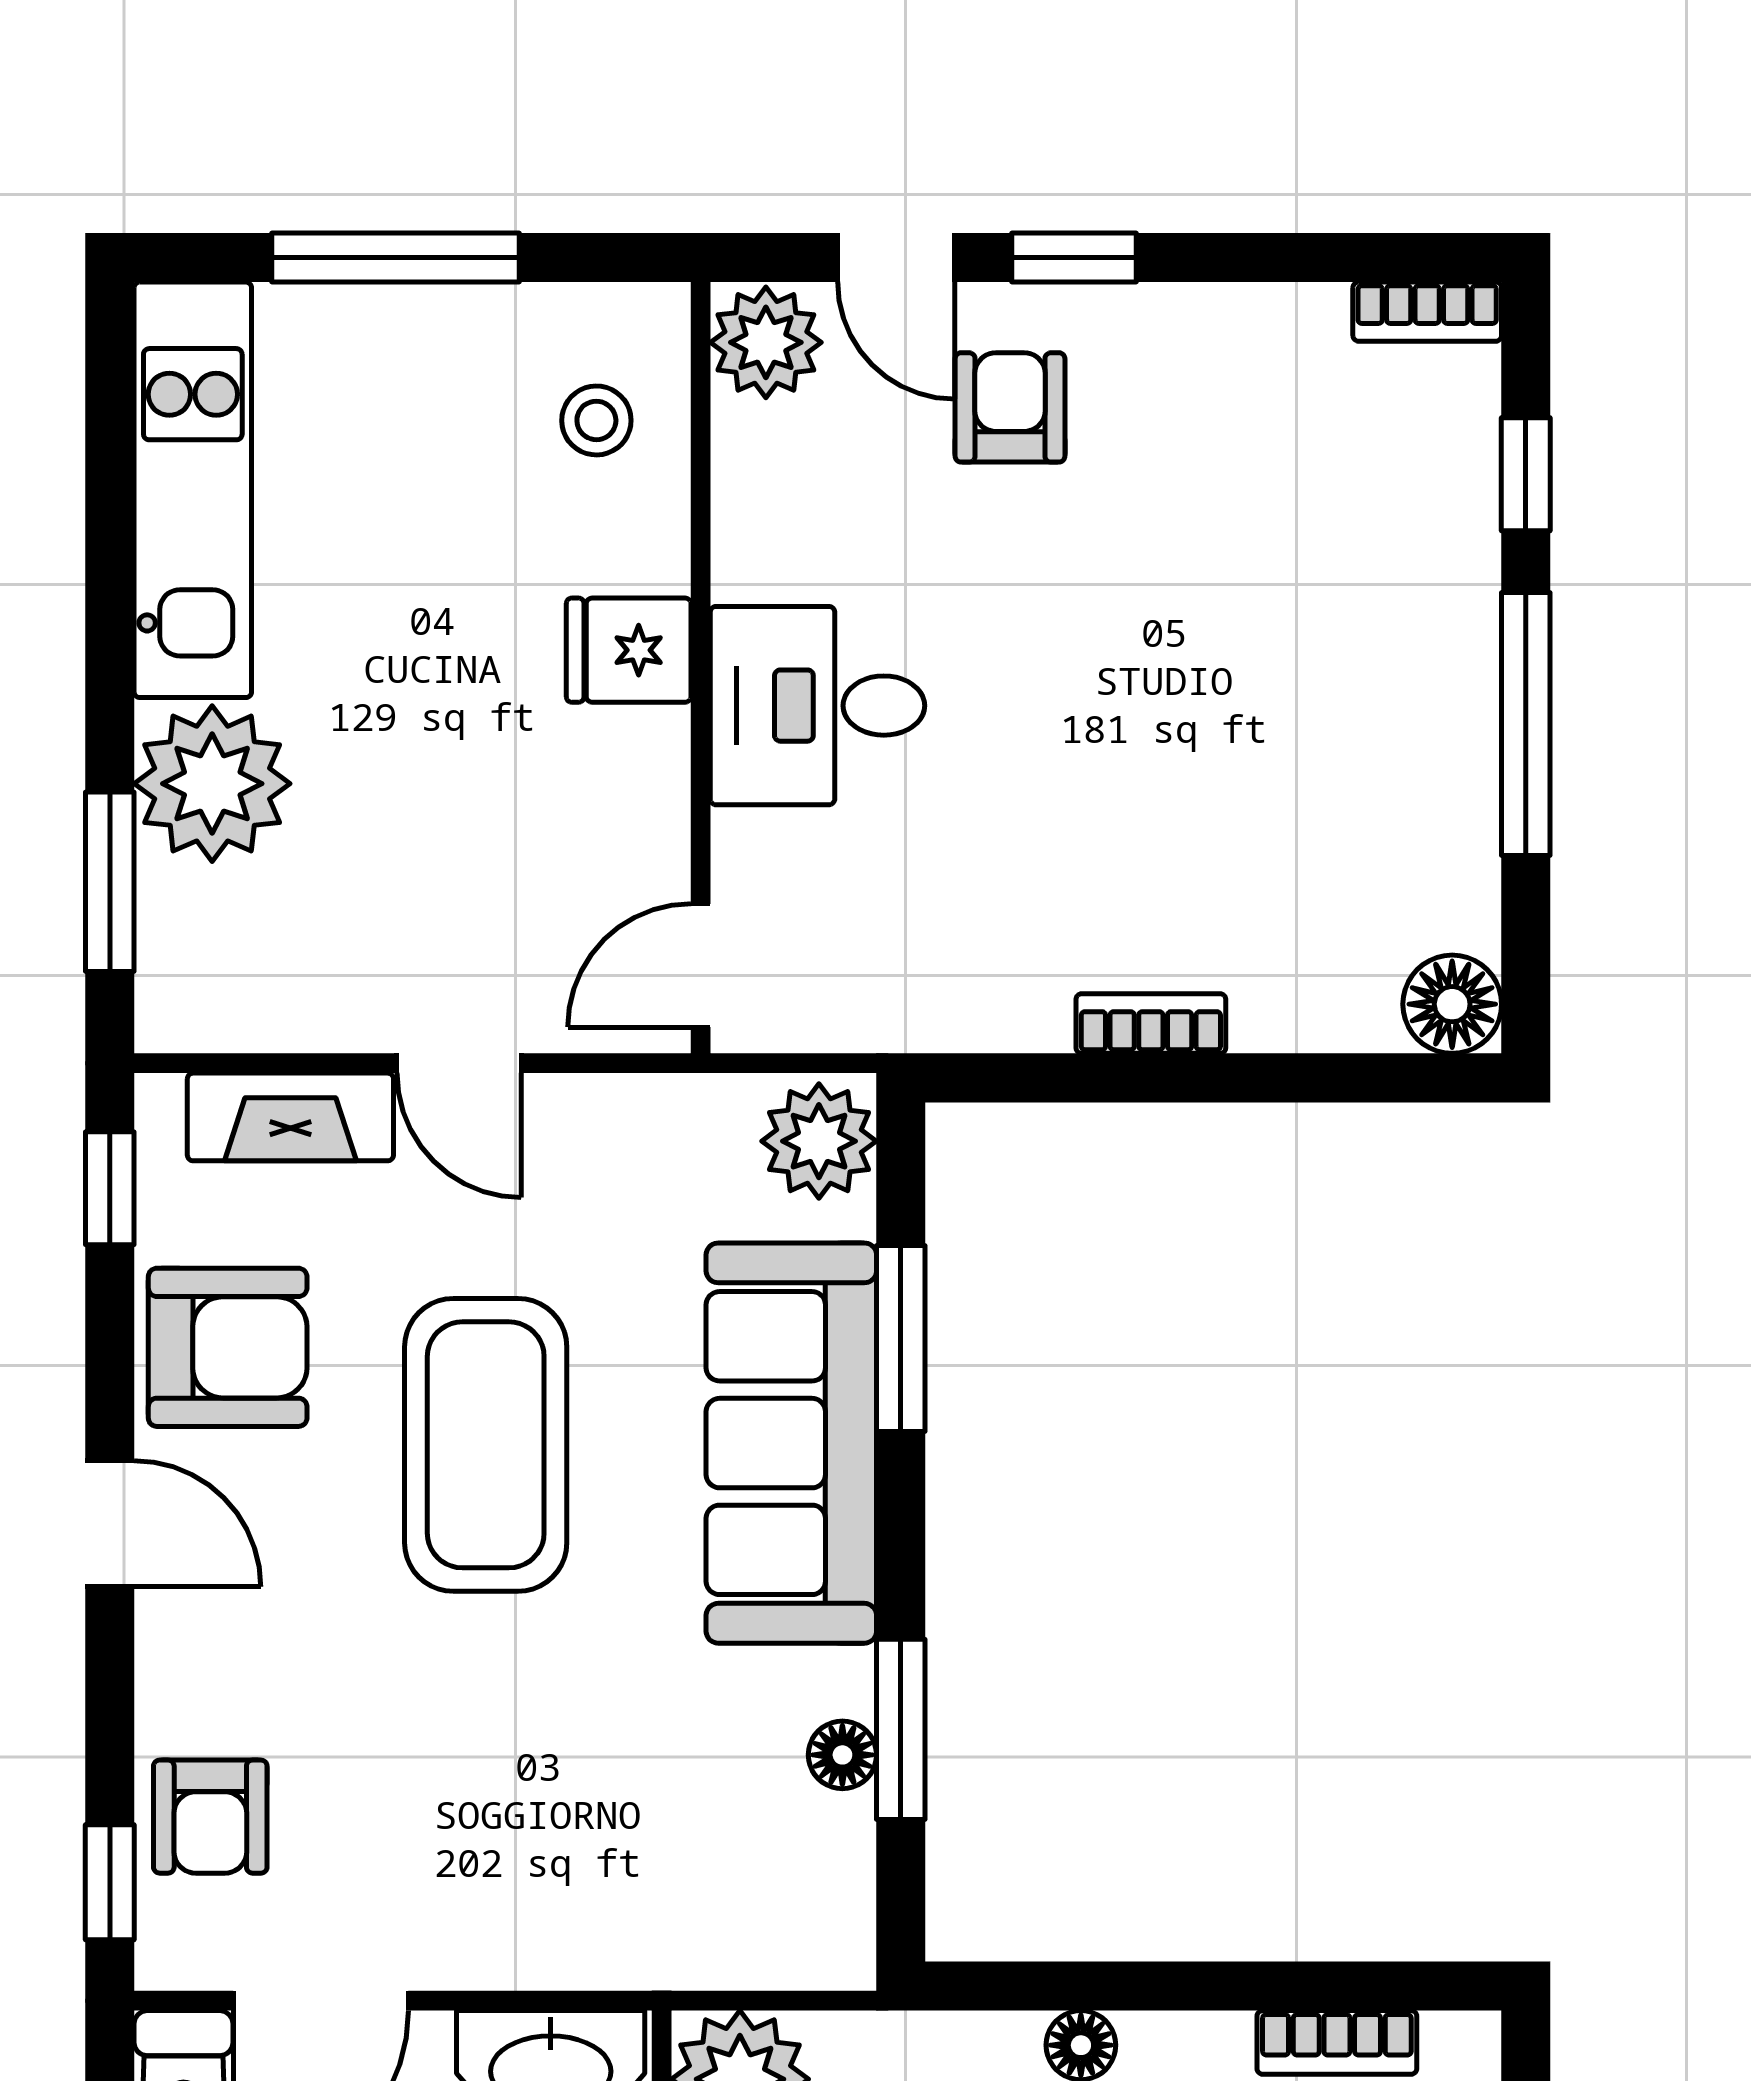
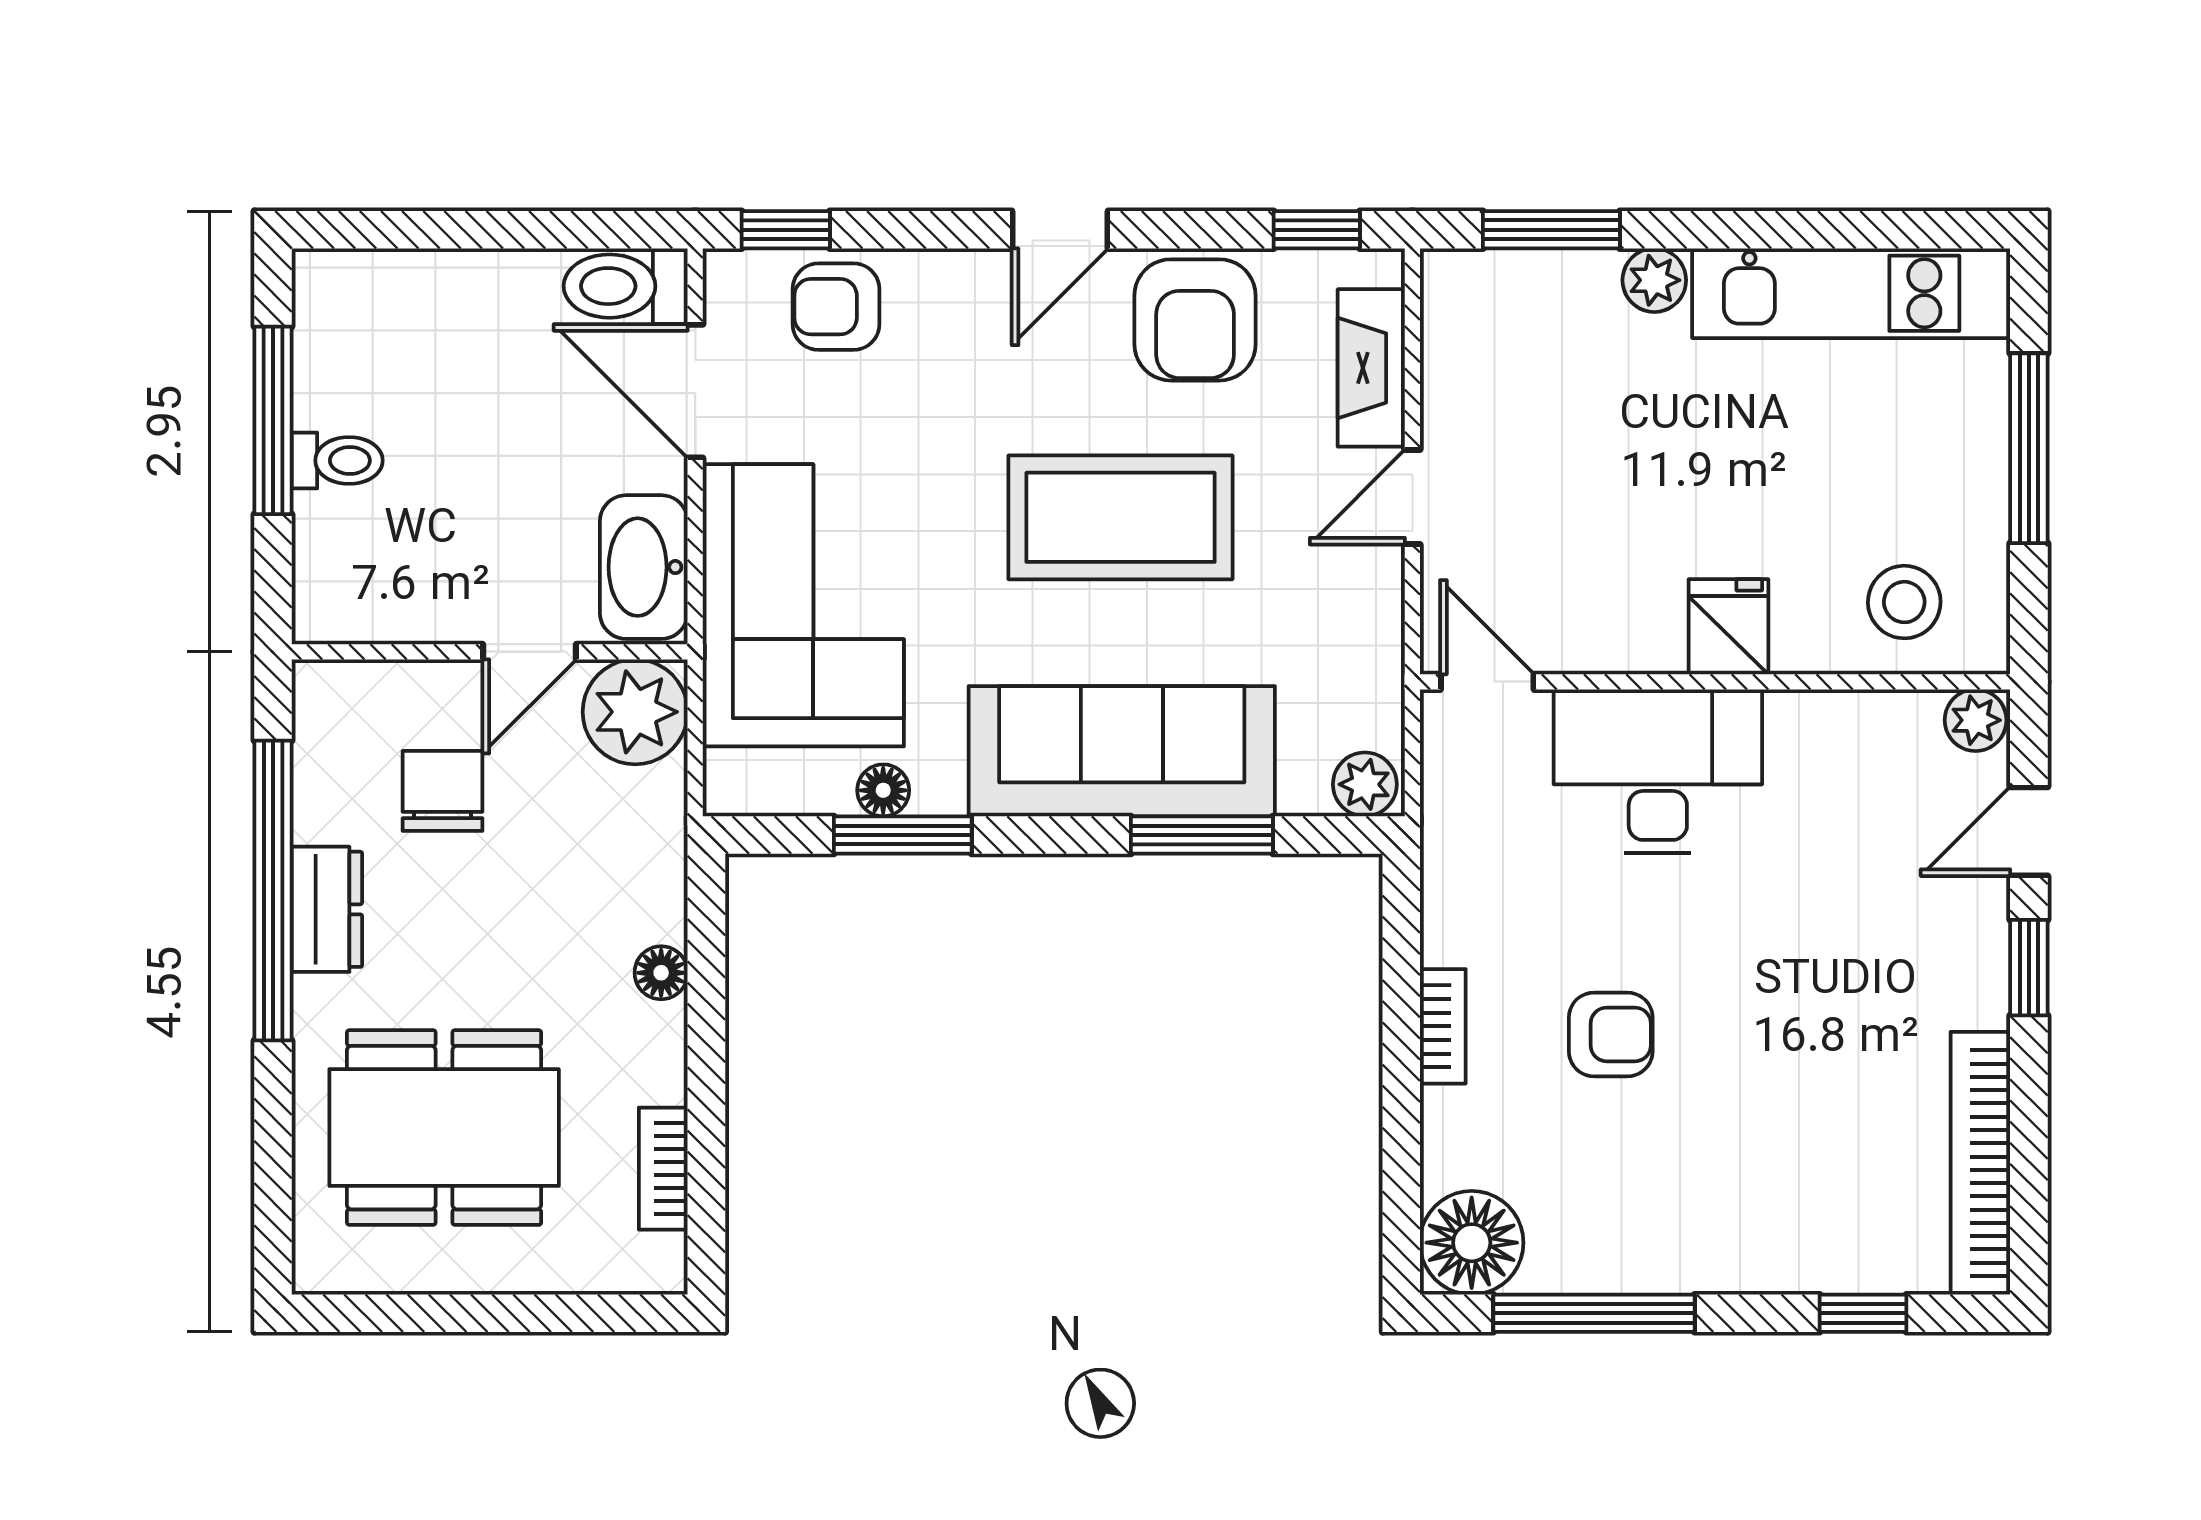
bookcase: (1427, 312) -> (1980, 1163), width x2.31, depth x1.31
plant: (766, 342) -> (1976, 720), width x0.73, depth x0.73
armchair: (1010, 407) -> (1611, 1034), moved
stool: (596, 420) -> (1904, 602), width x1.37, depth x1.37
desk: (817, 706) -> (1658, 771), width x1.37
window: (1526, 724) -> (1594, 1313), moved
plant: (212, 784) -> (1654, 280), width x0.53, depth x0.53
floor lamp: (1452, 1004) -> (1472, 1243), width x1.38, depth x1.38
plant: (819, 1141) -> (1365, 784), width x0.73, depth x0.73
corner sofa: (601, 1859) -> (803, 605), added

